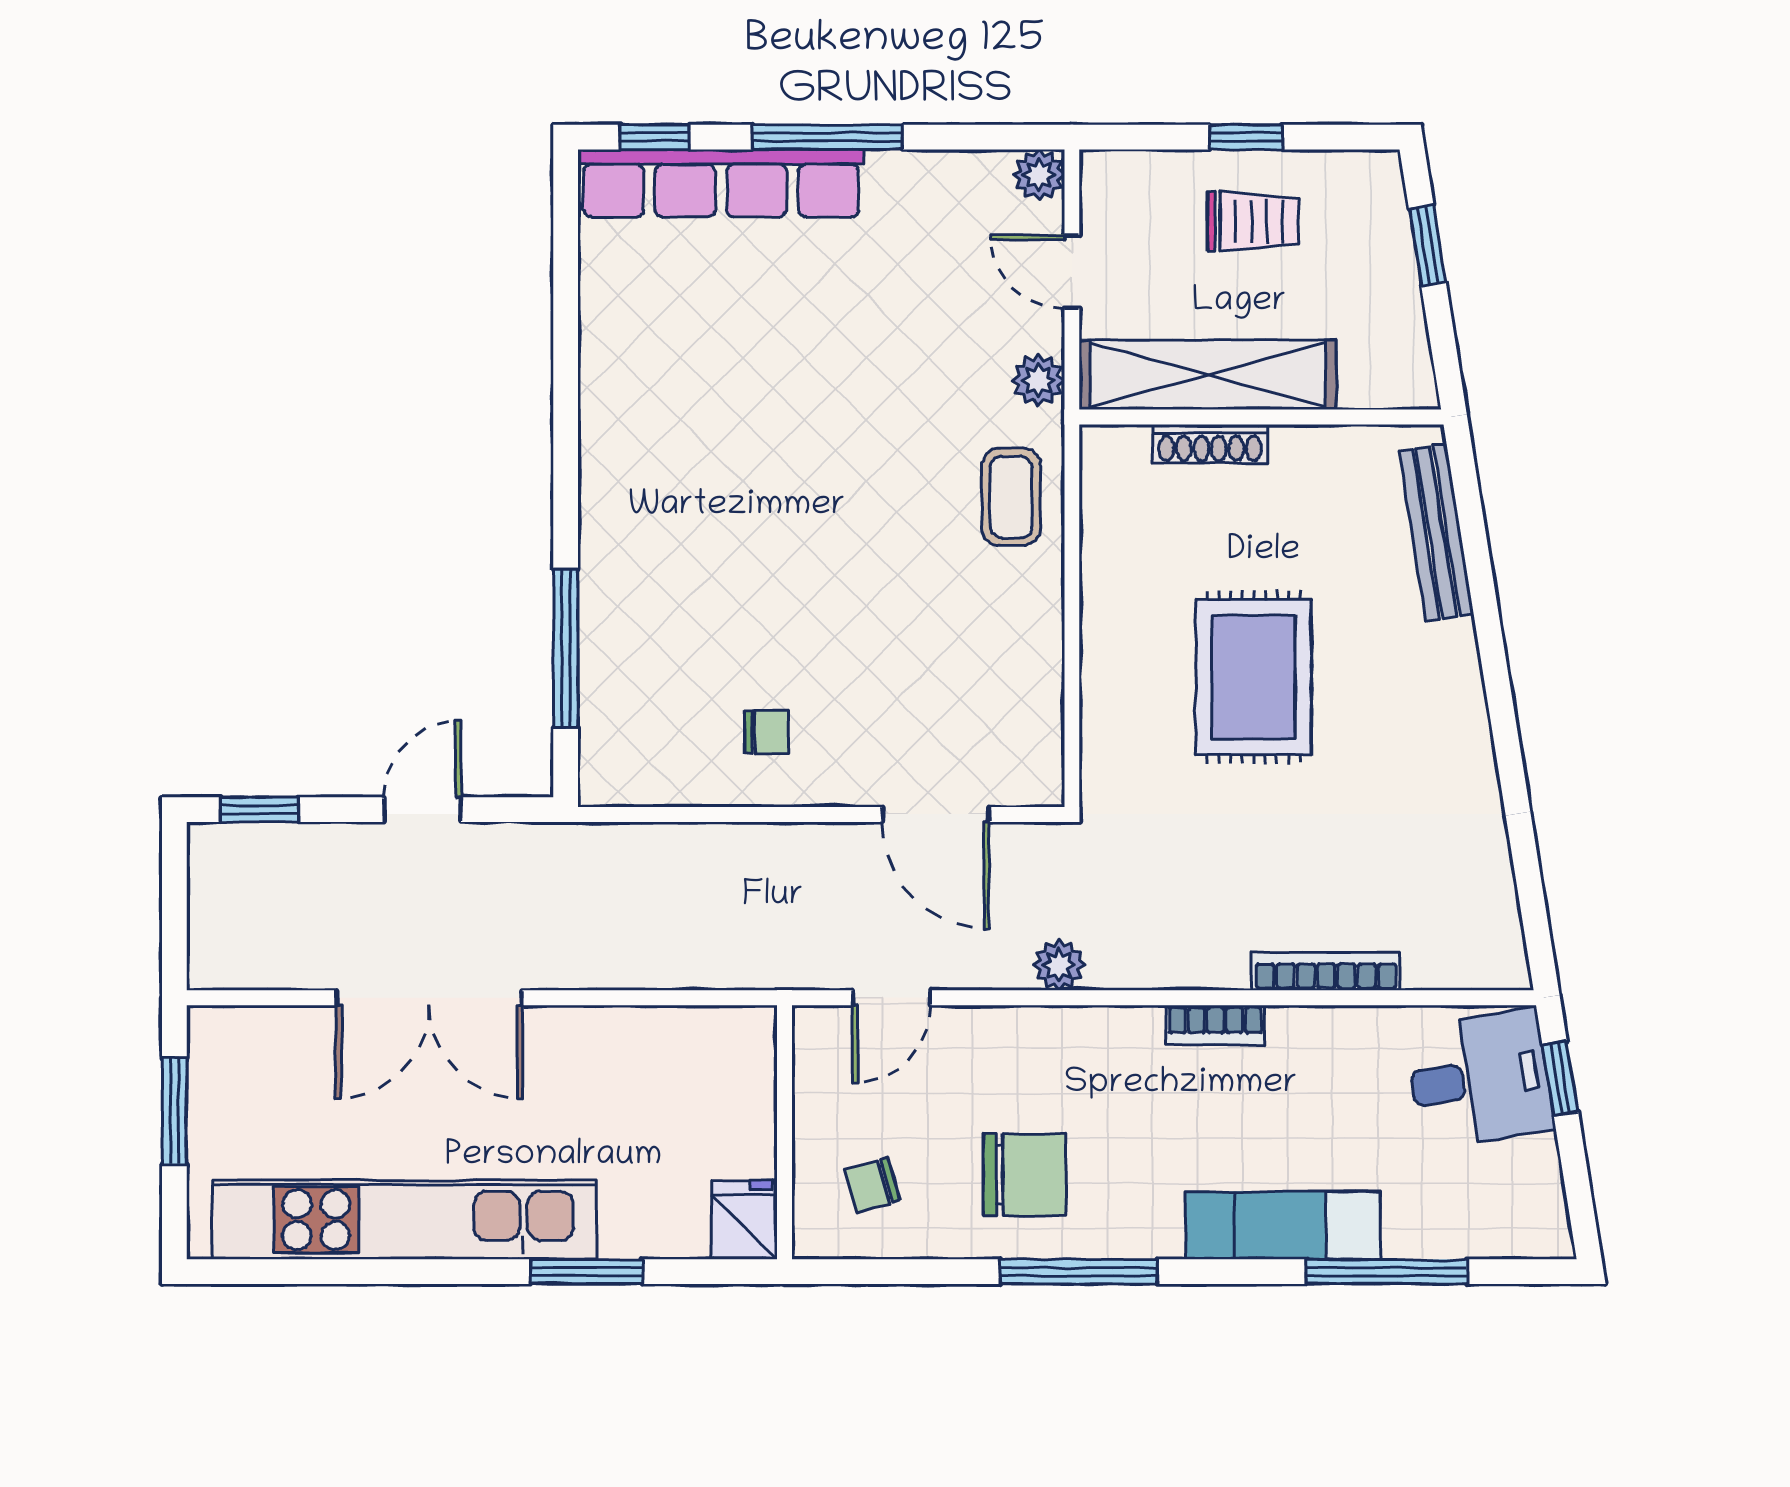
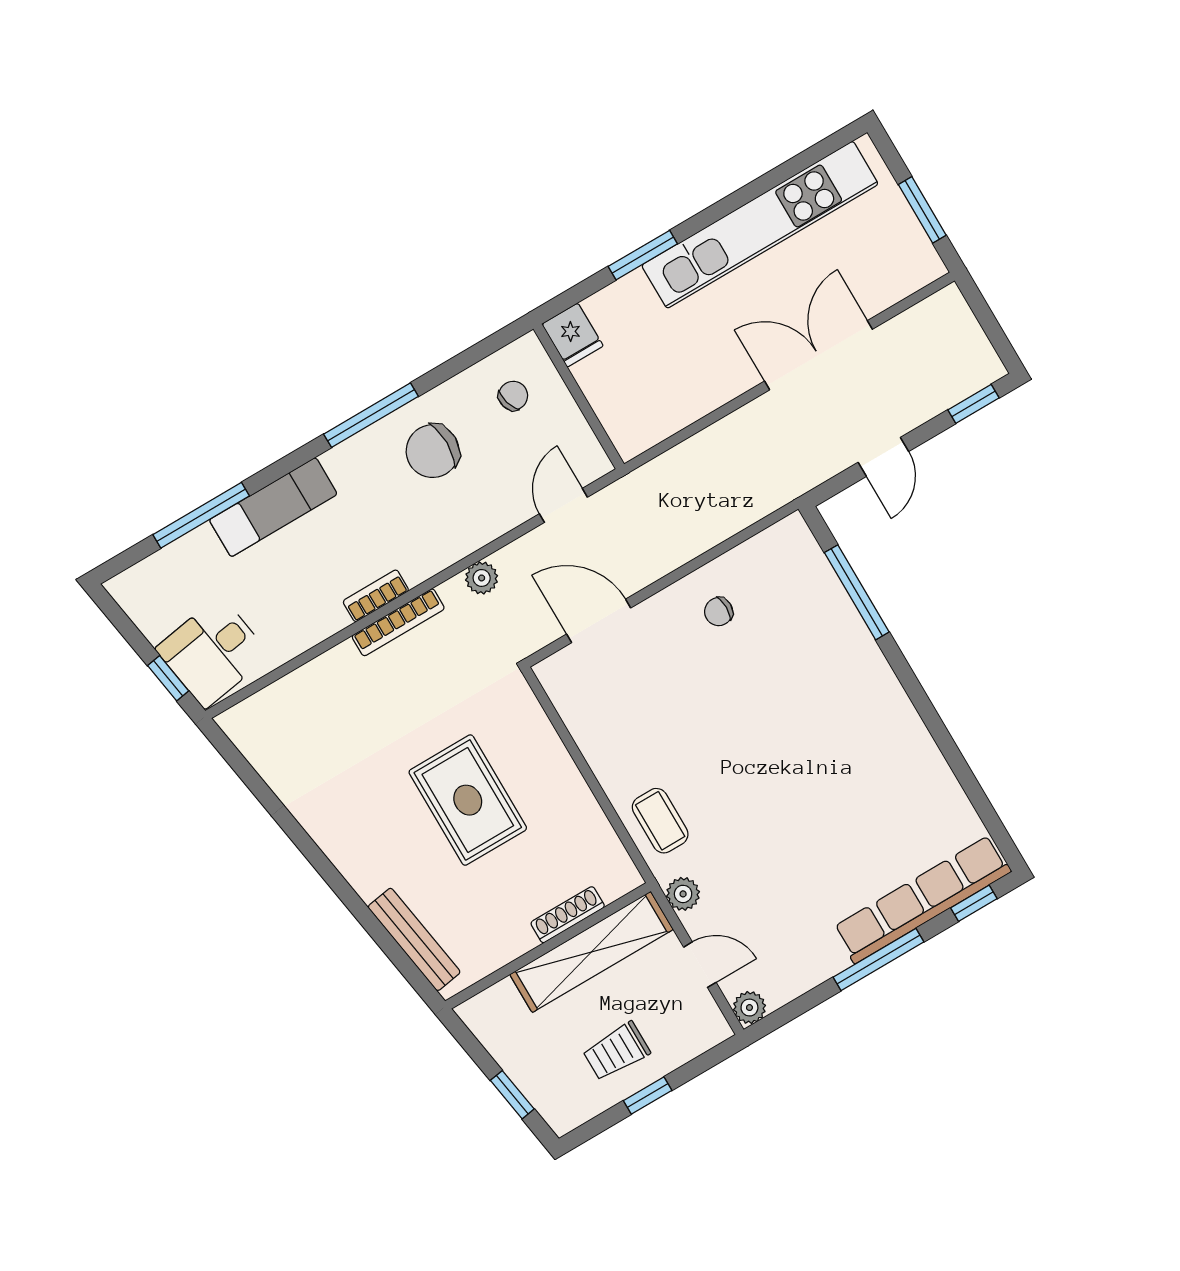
bookcase: (1326, 971) -> (398, 622), moved

